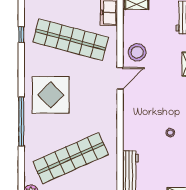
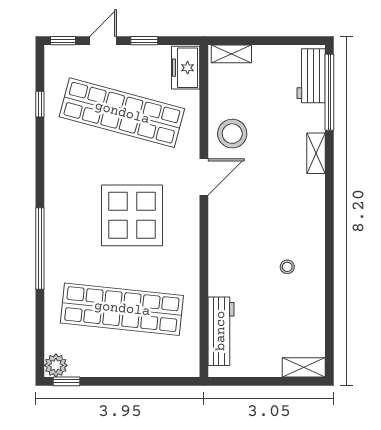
display table: (51, 95) -> (132, 215), moved
shop shelf: (71, 158) -> (122, 309), turned 30

